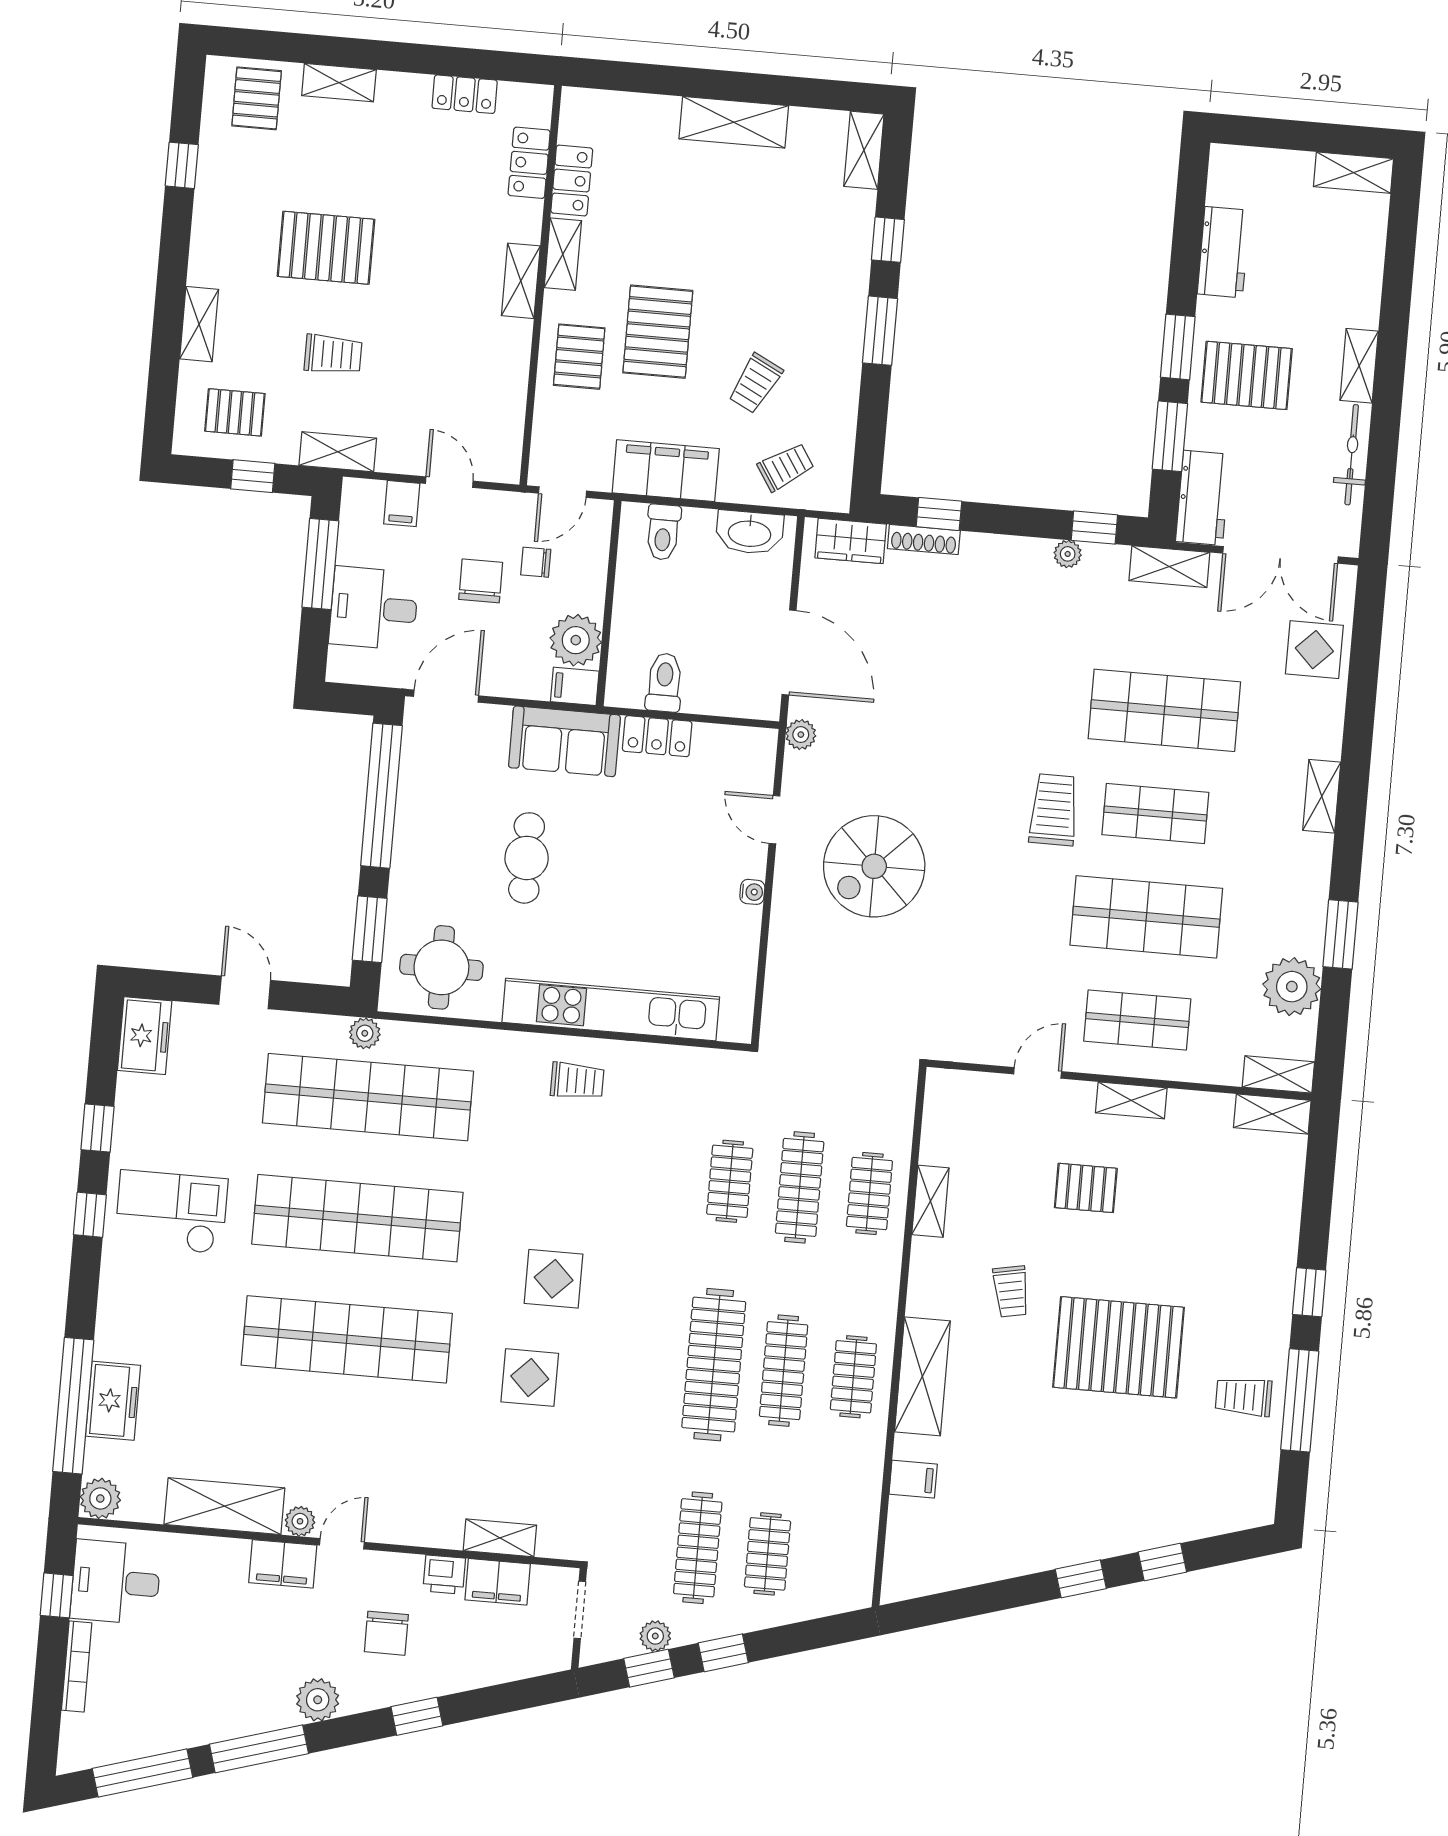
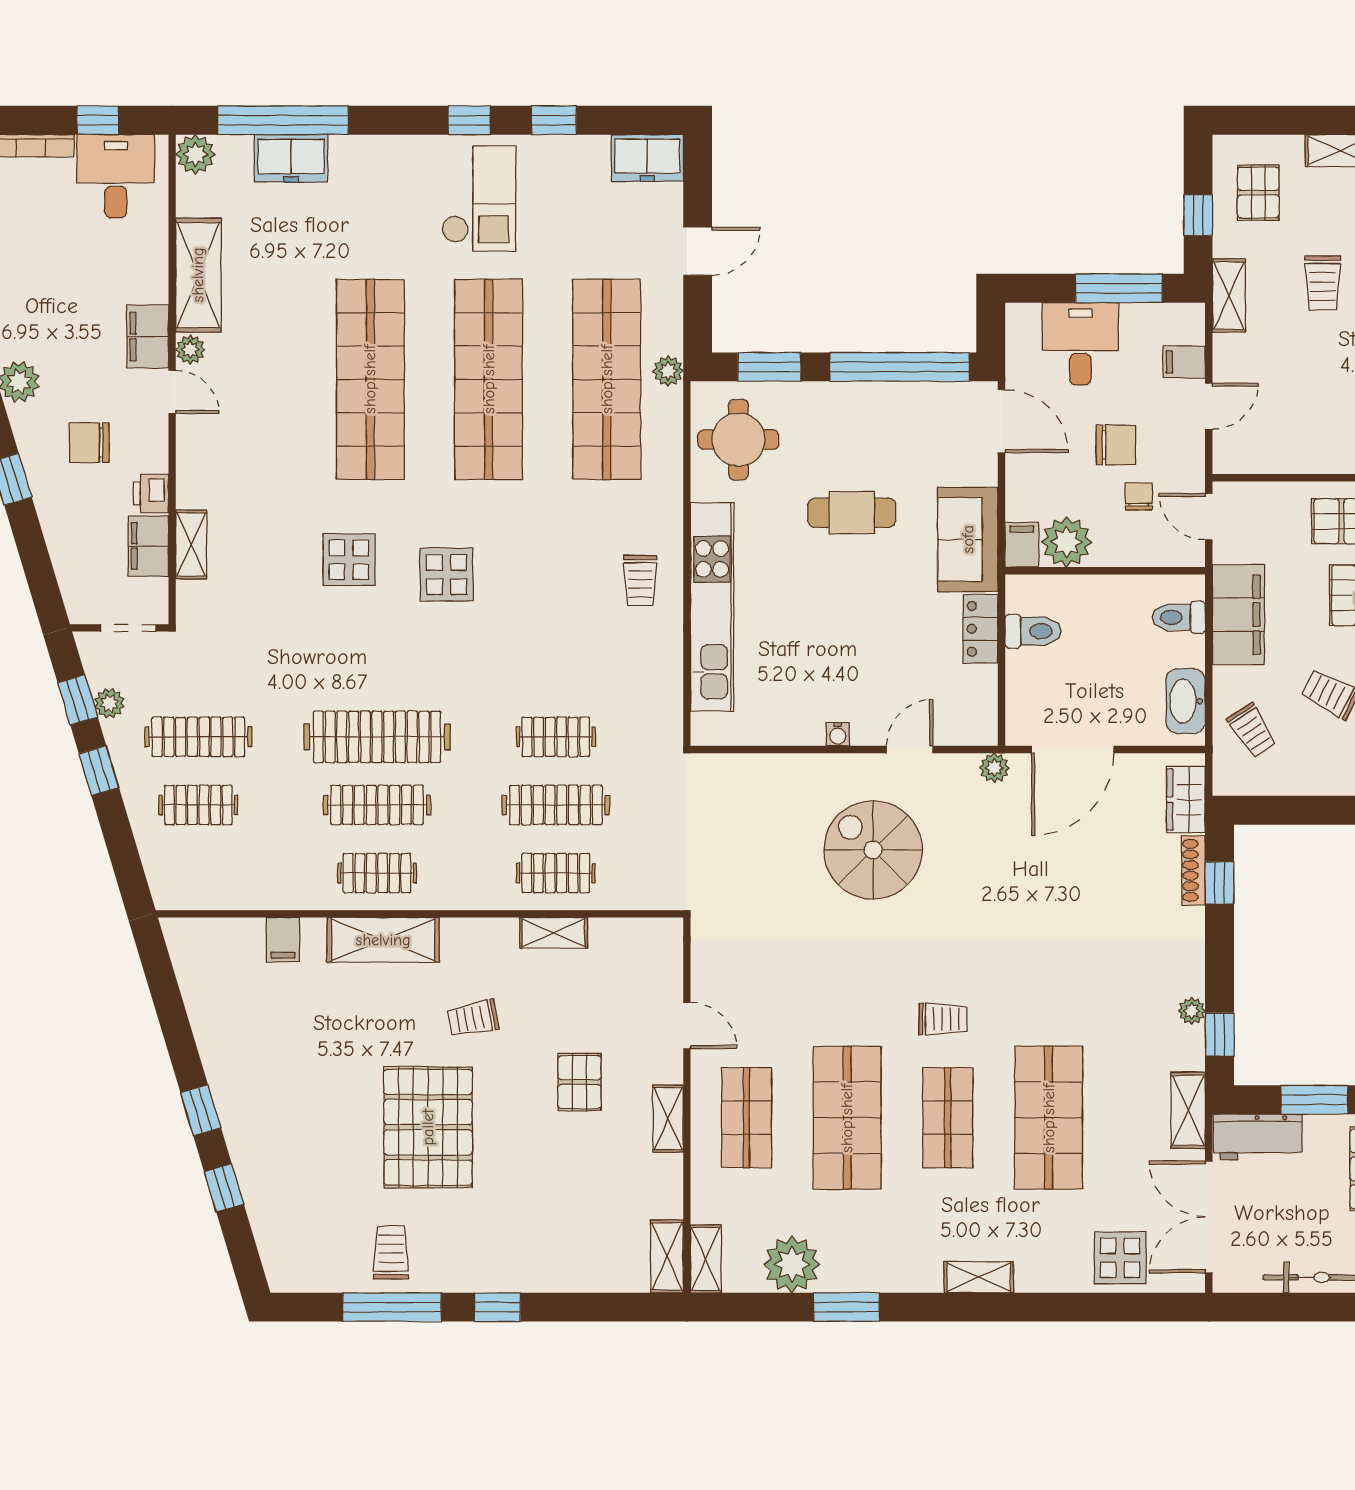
trolley: (1054, 810) -> (943, 1019), width x0.73, depth x0.72

